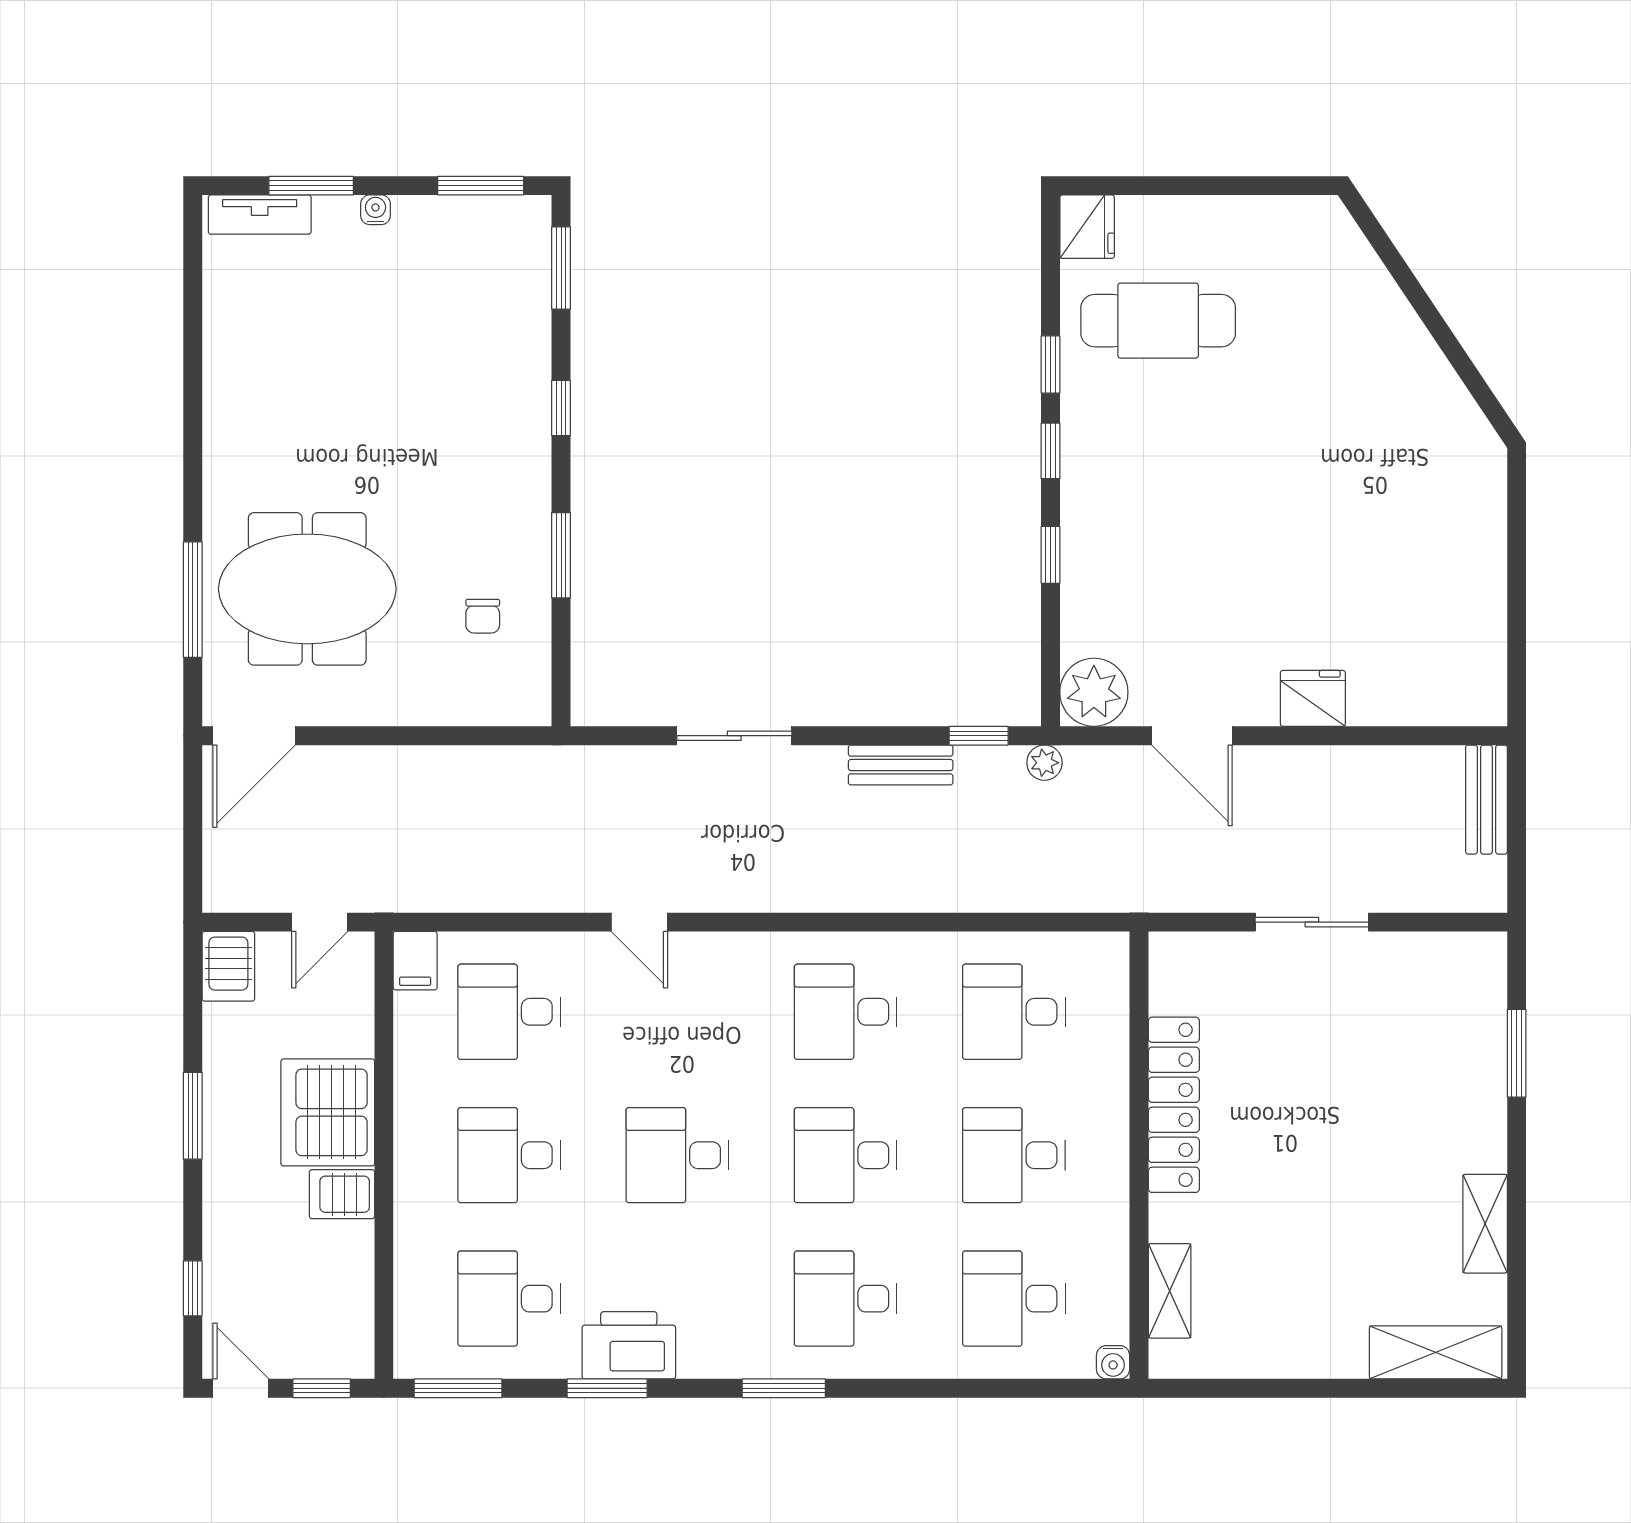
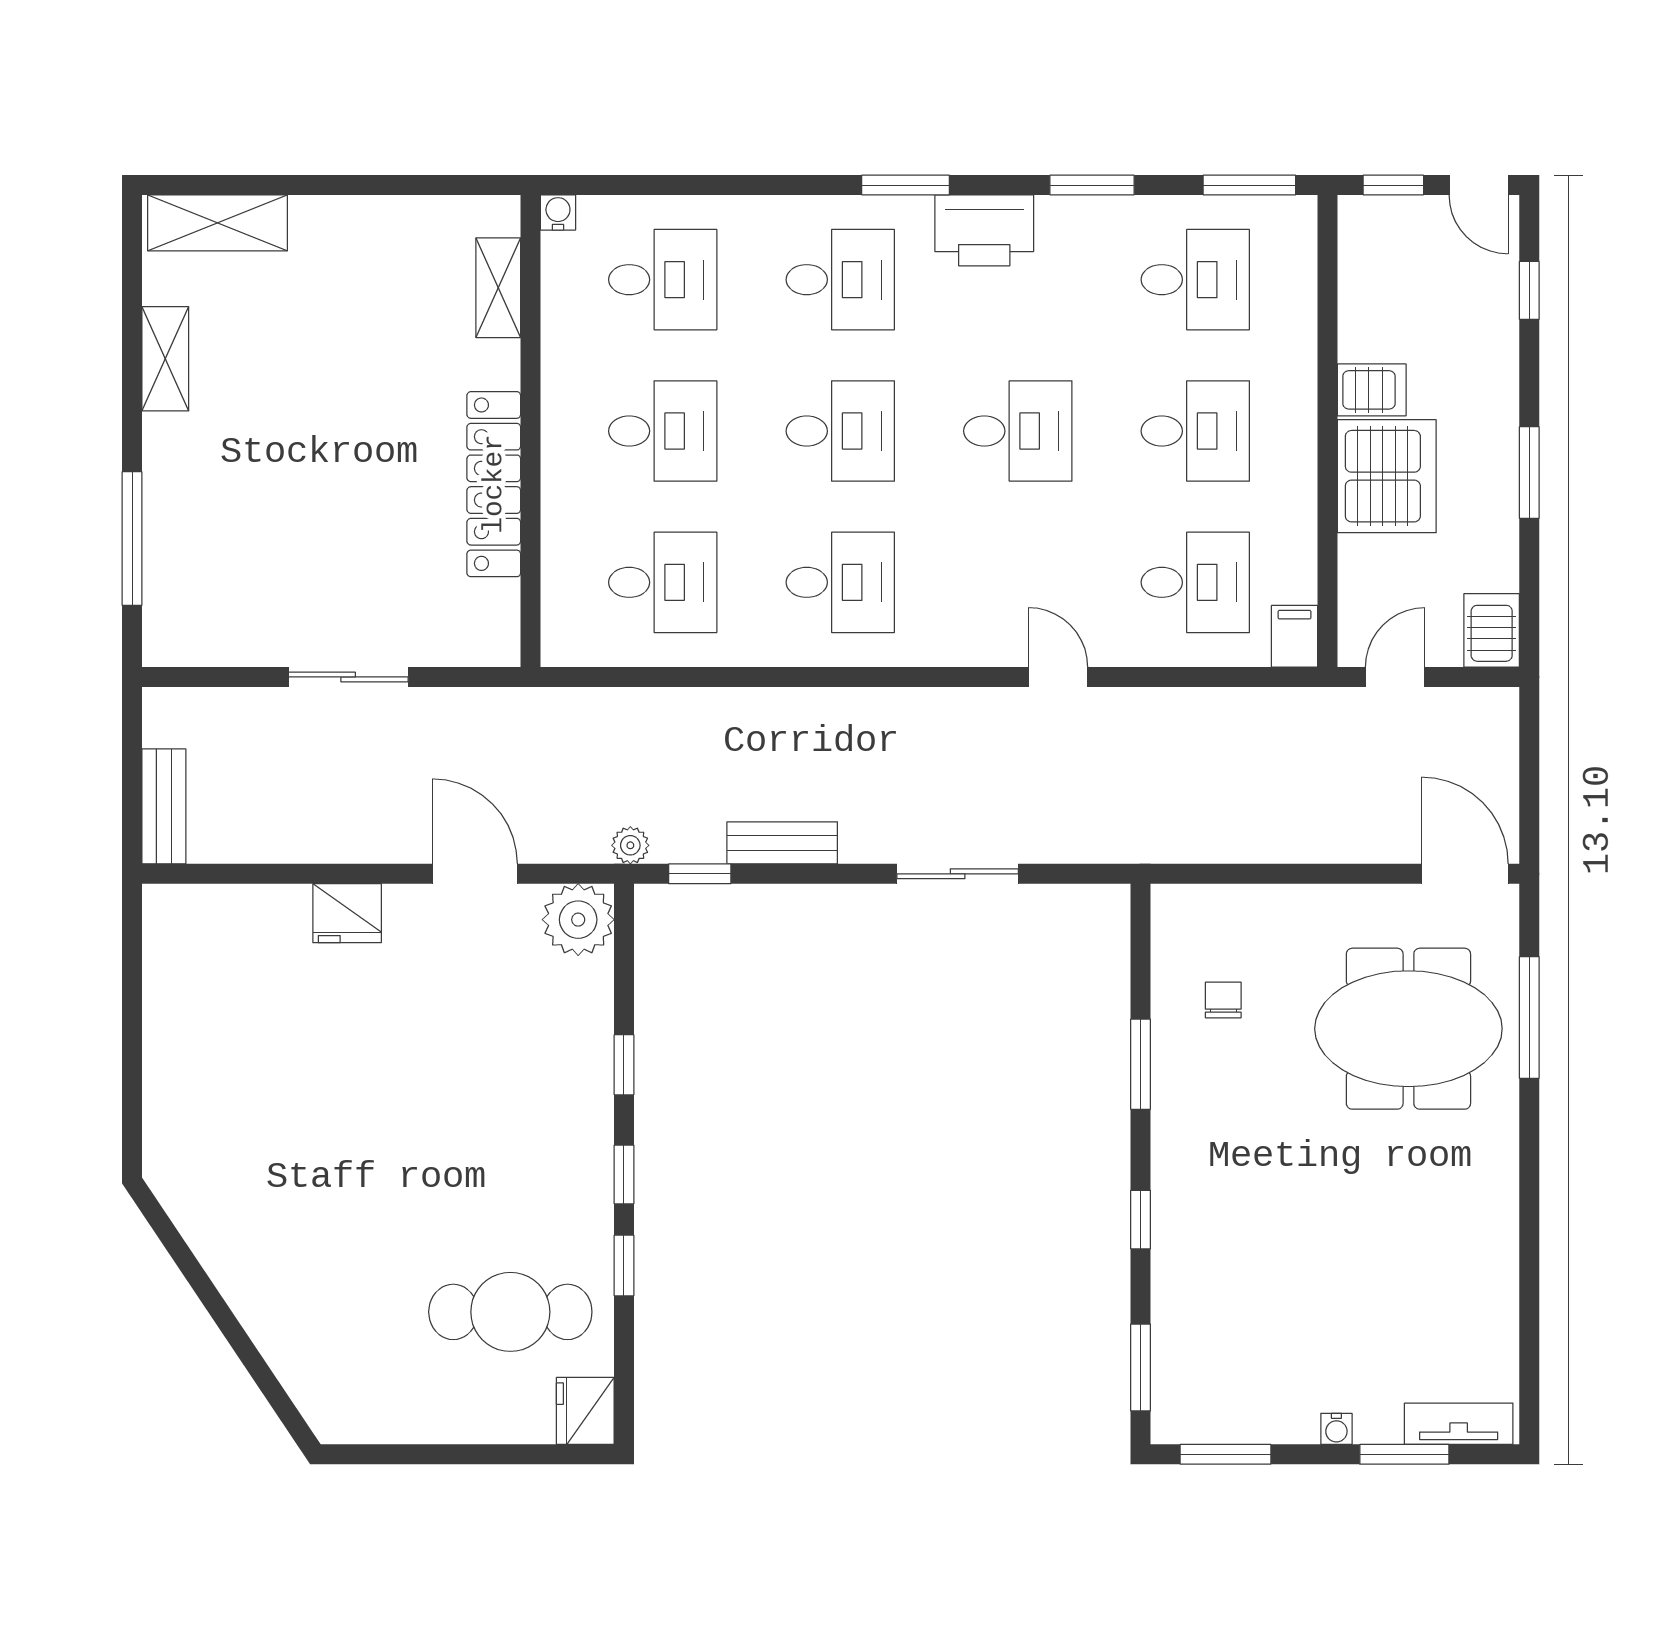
door: (254, 736) -> (1465, 874), hinge flipped
window: (1517, 1053) -> (132, 539), width x1.44
printer: (629, 1345) -> (984, 230), moved

